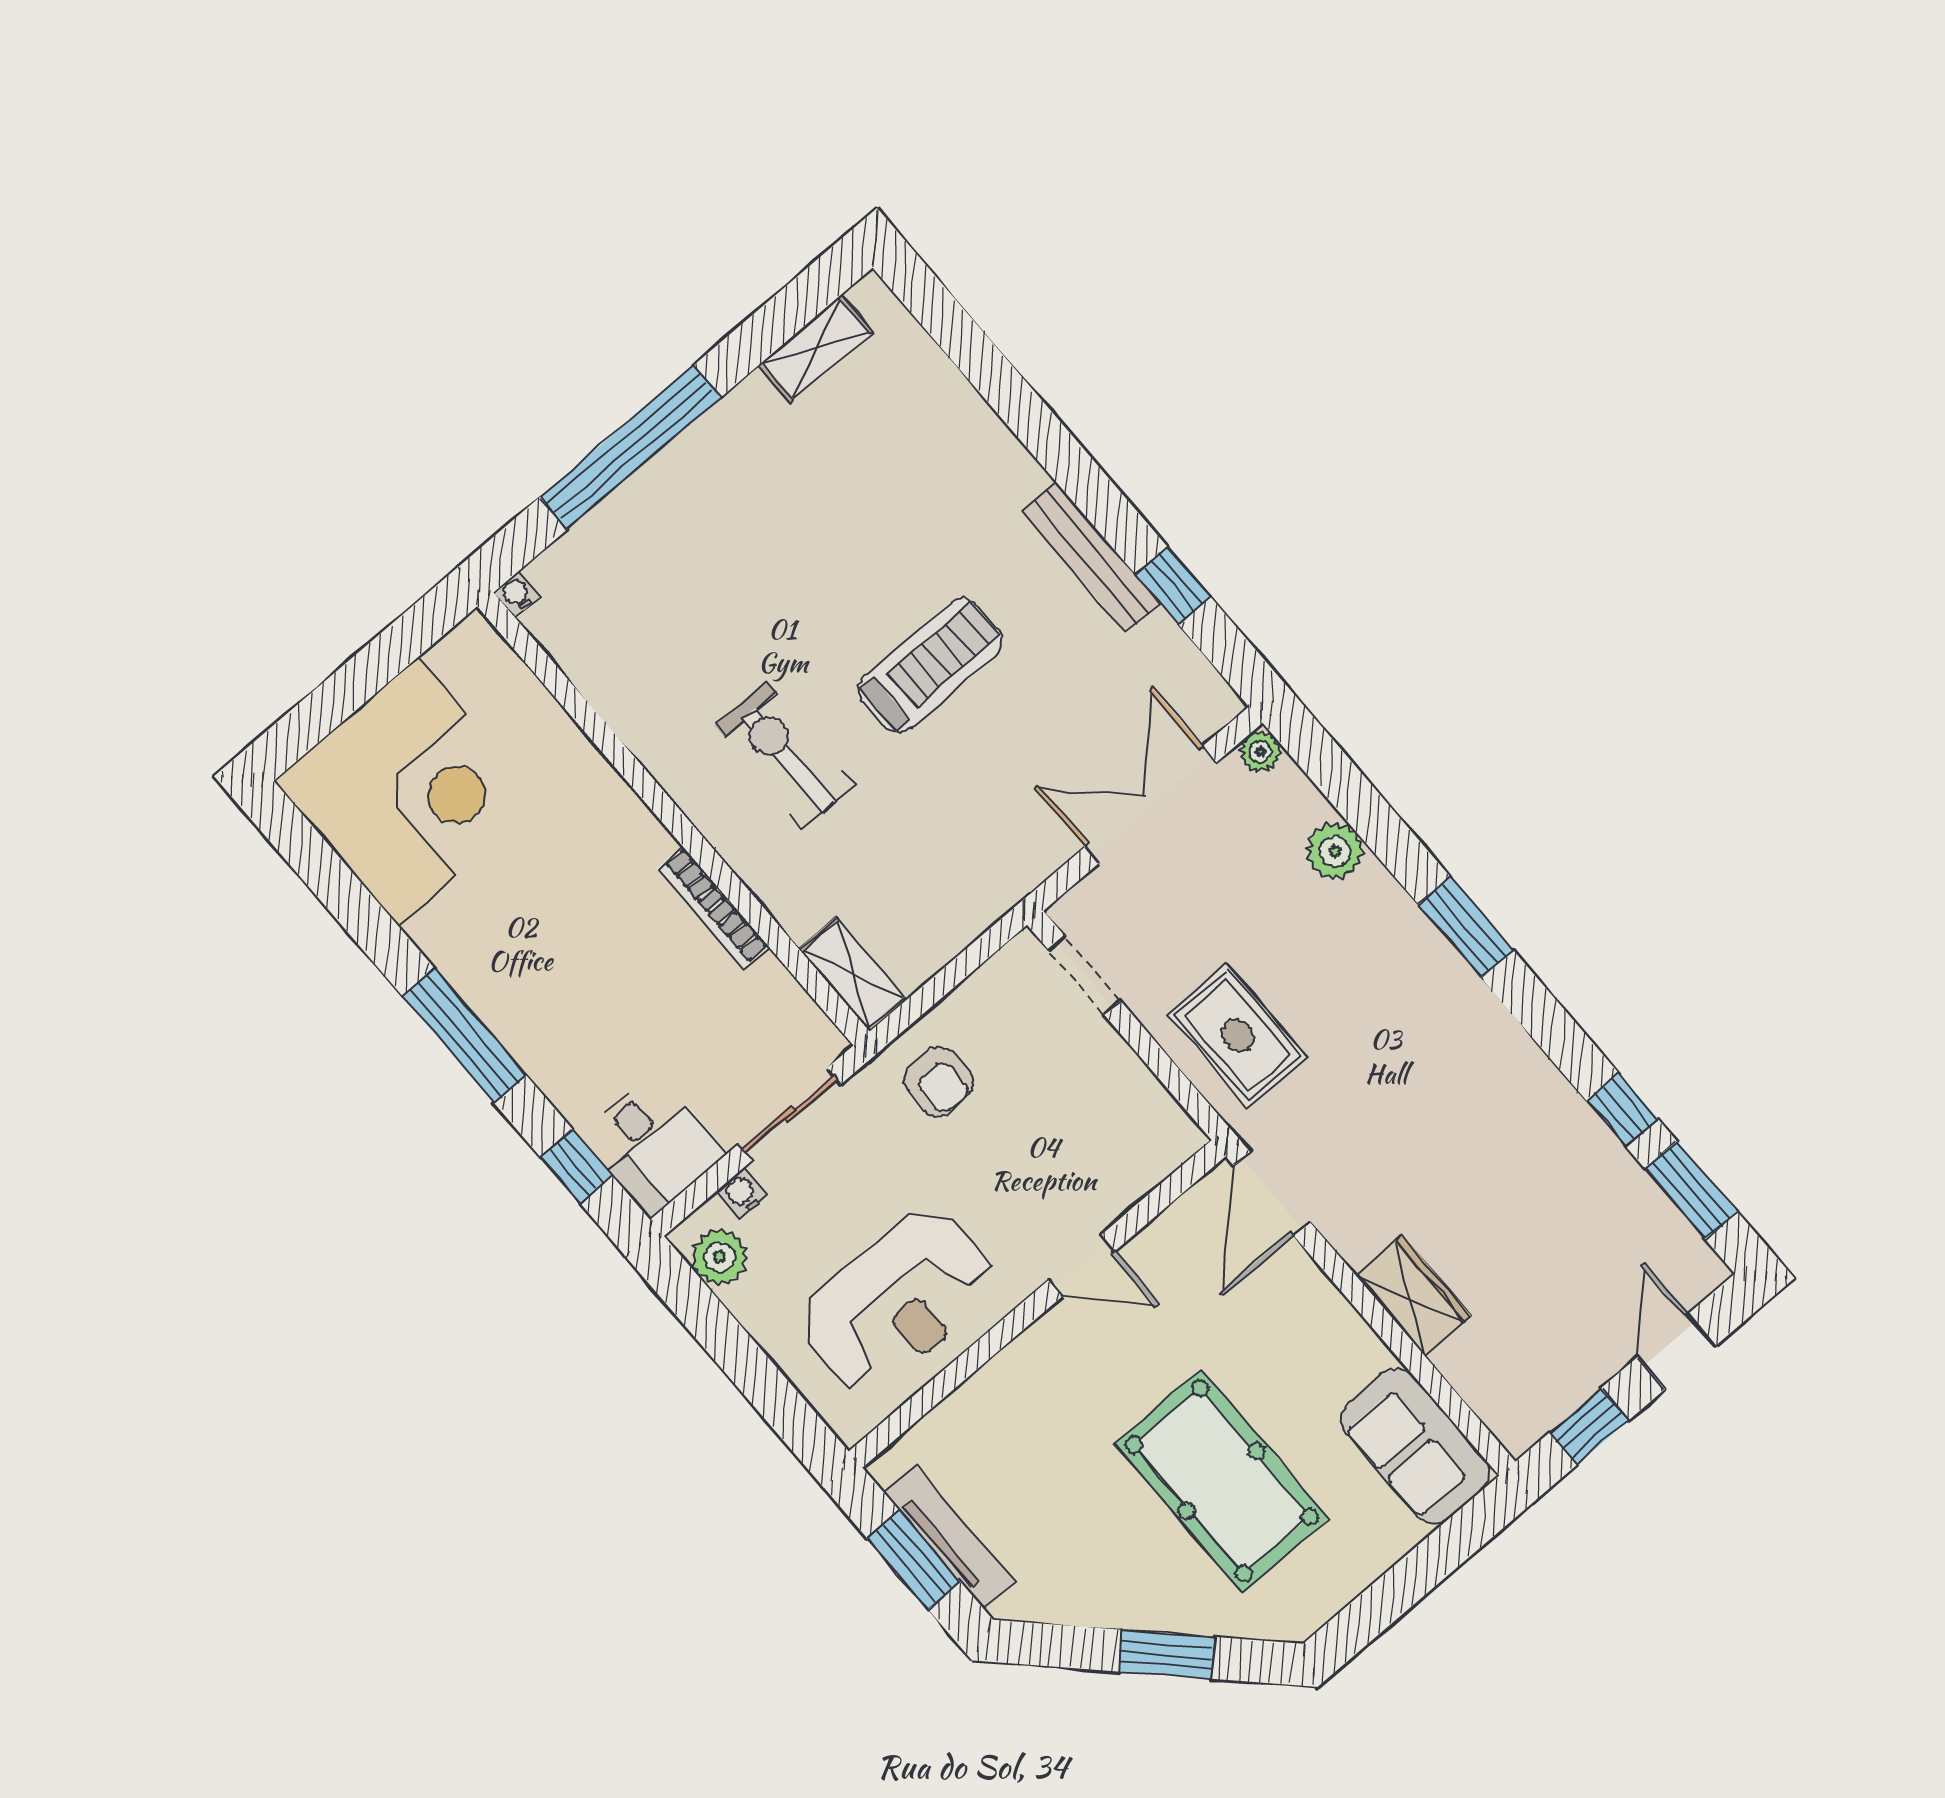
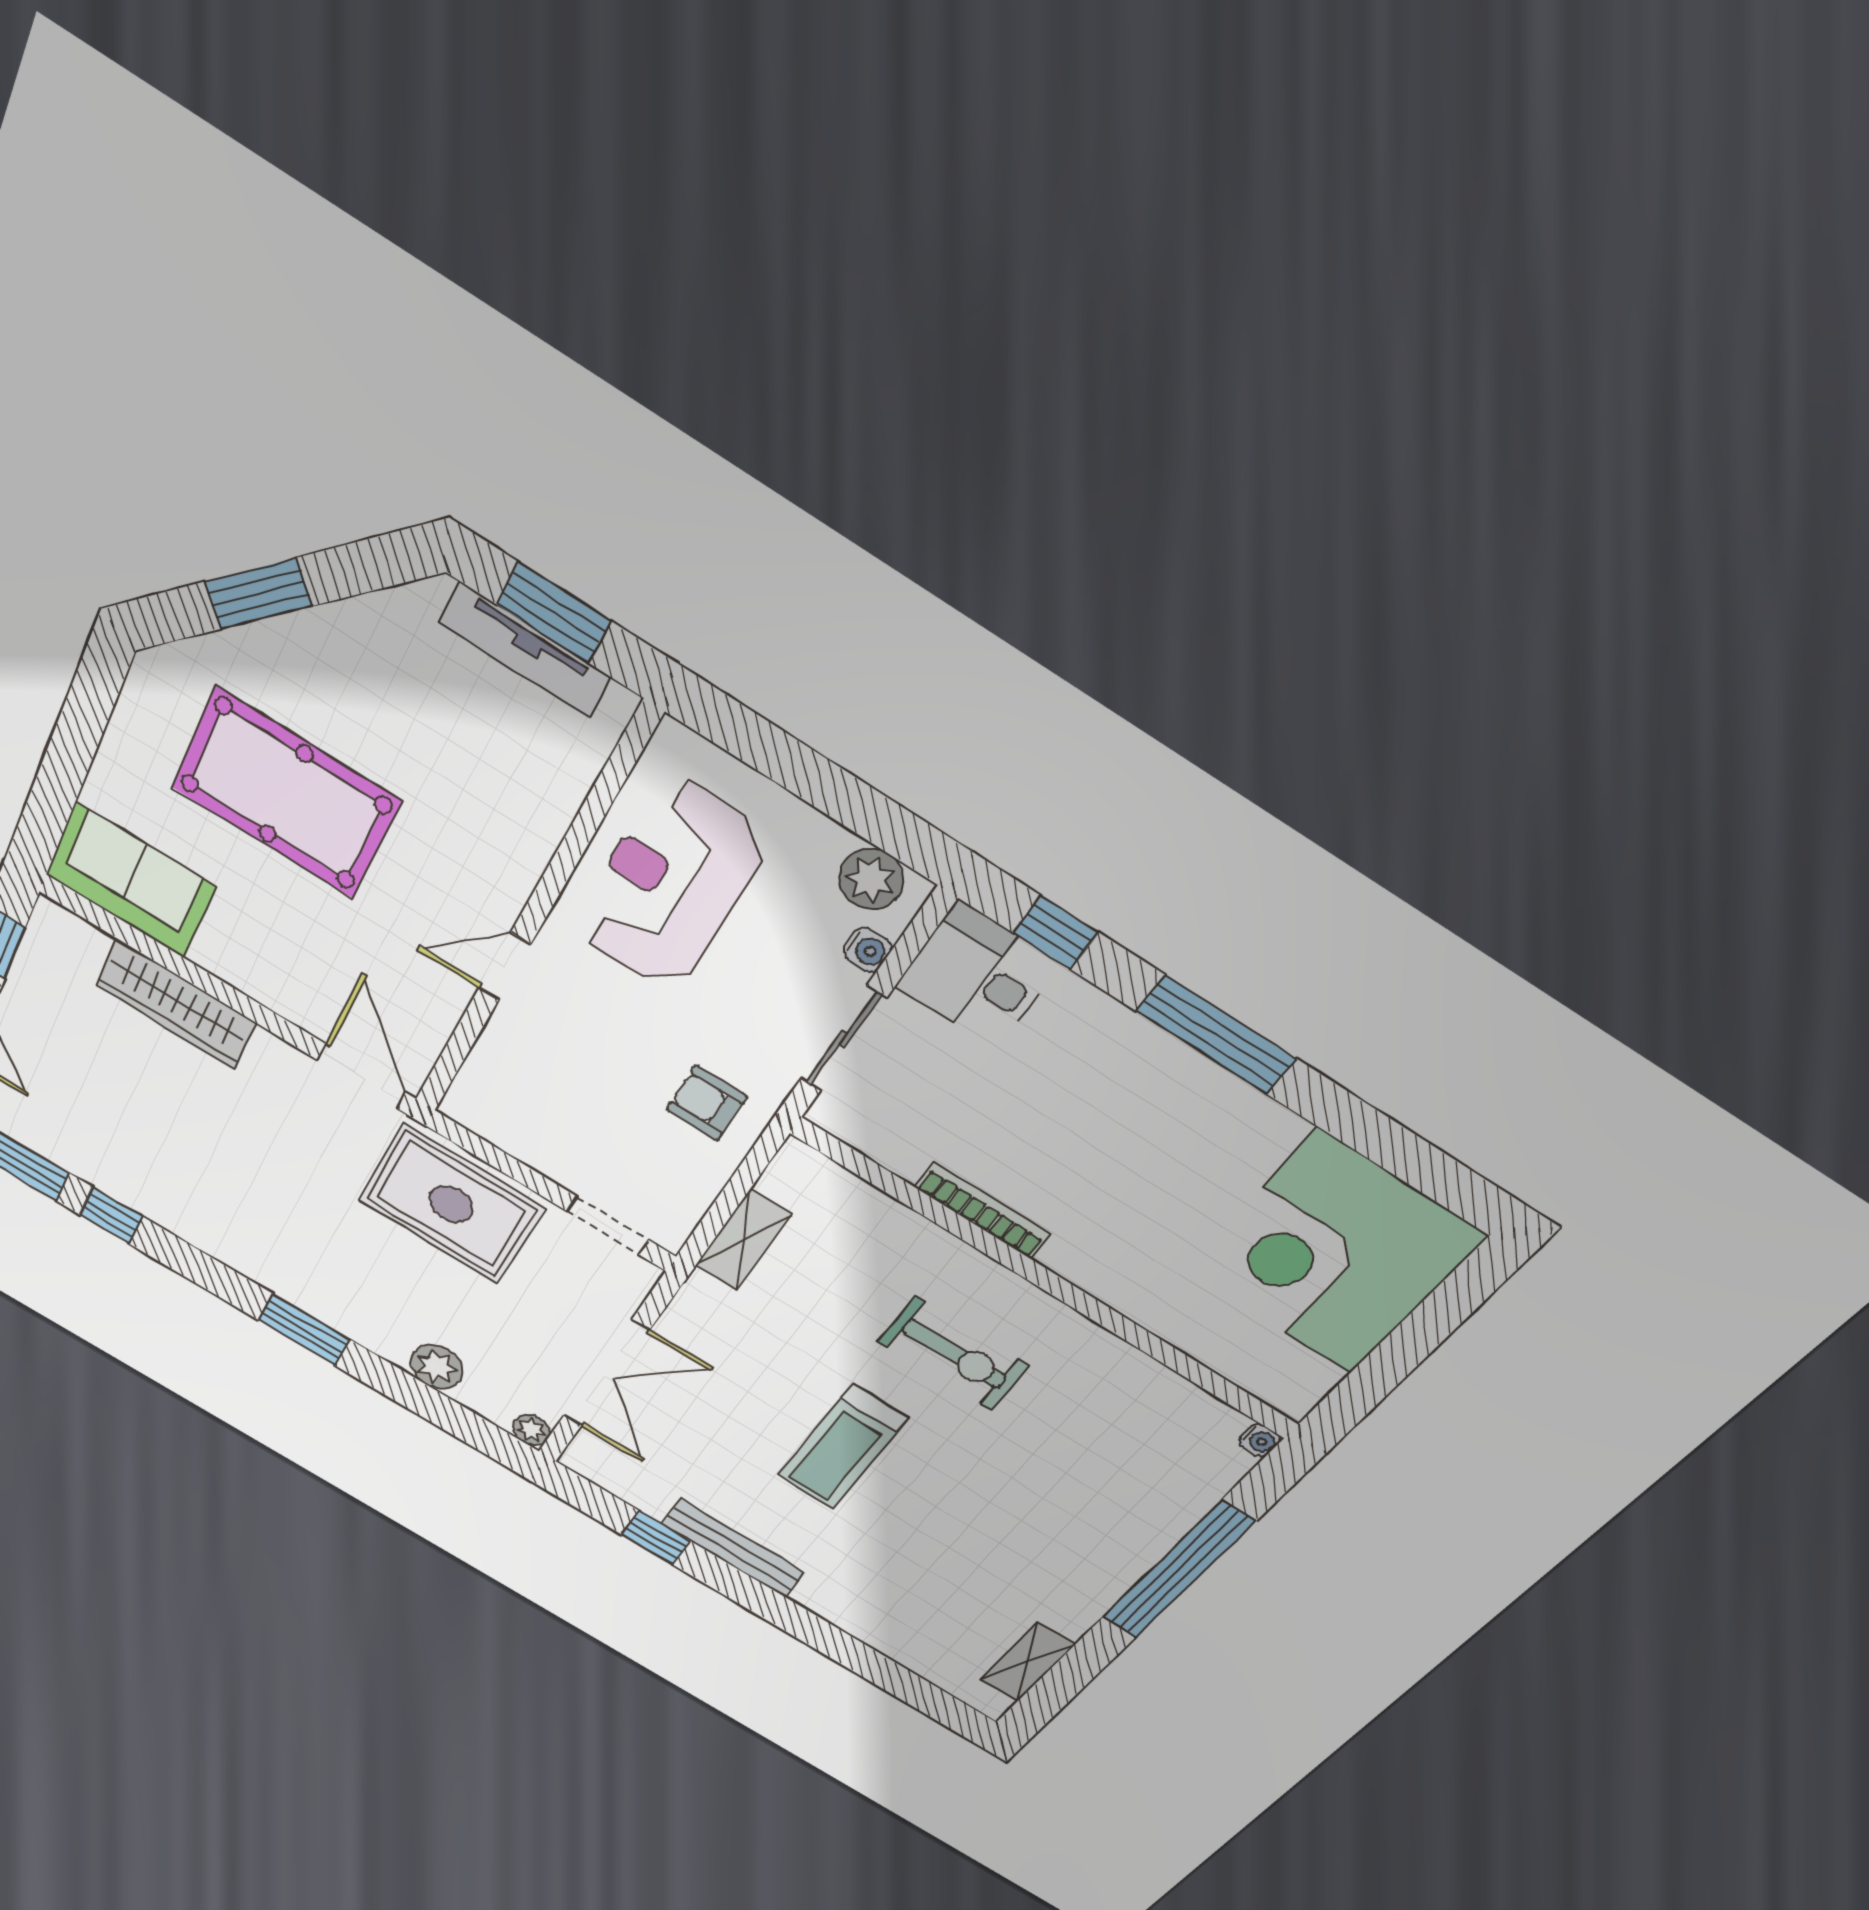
shelving: (853, 974) -> (743, 1240), moved, turned 90
rug: (1238, 1036) -> (451, 1204), width x1.36, depth x1.43
wardrobe: (1413, 1295) -> (176, 1004), width x1.50

